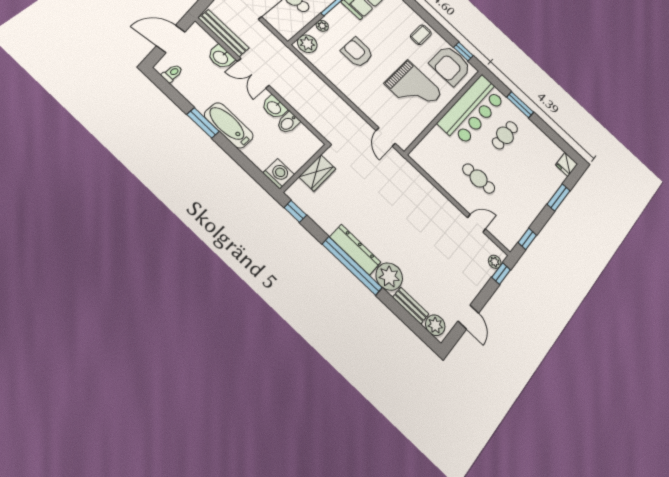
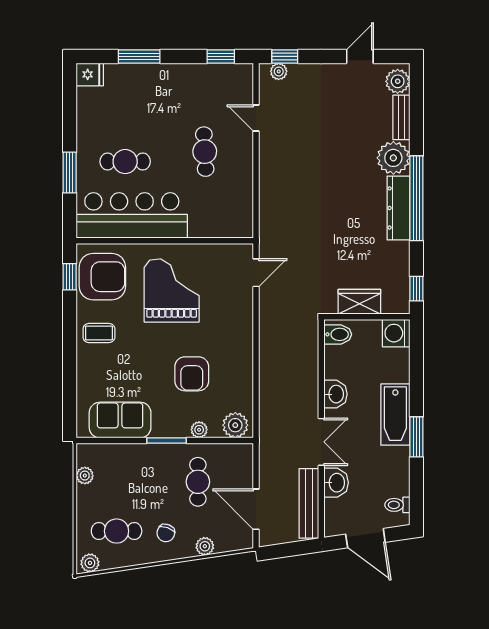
bidet: (288, 123) -> (338, 334), moved

